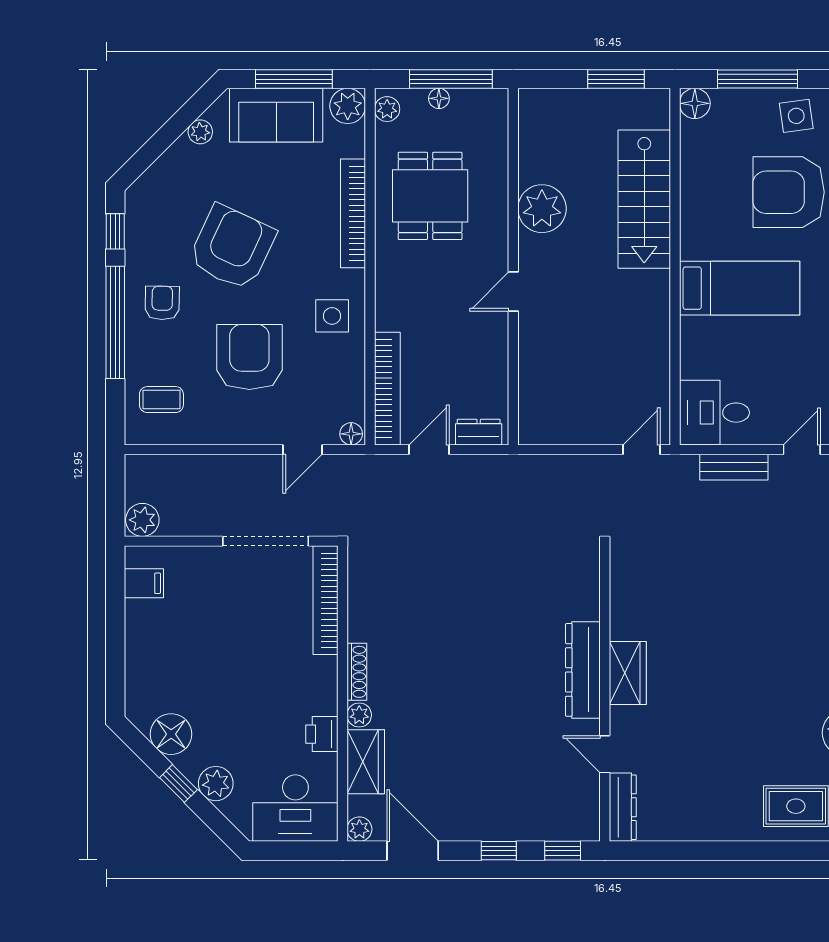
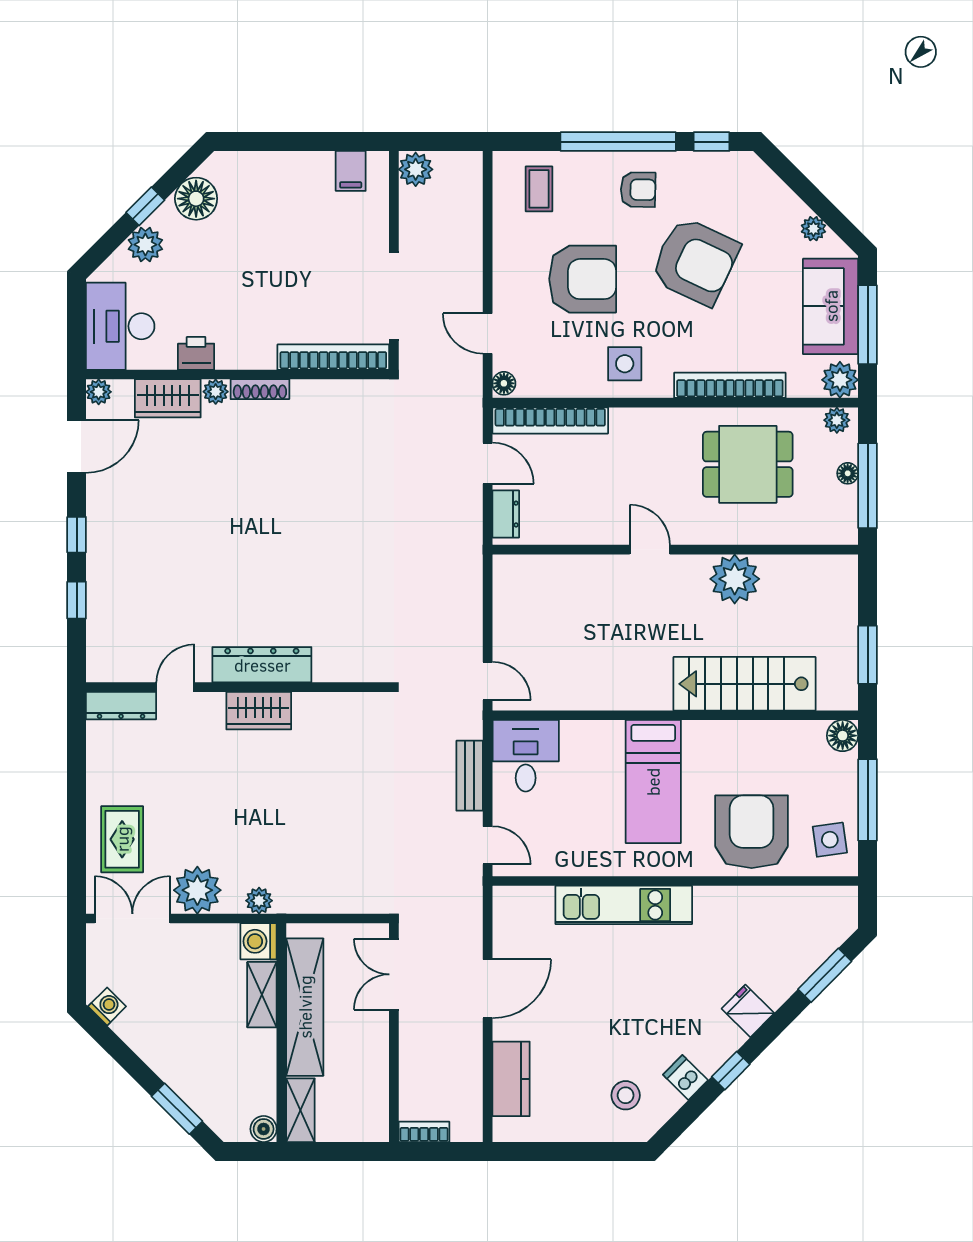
dresser: (583, 670) -> (262, 665), moved
wardrobe: (628, 673) -> (259, 711), moved
wall: (605, 694) -> (238, 687), moved
door: (605, 754) -> (175, 687), moved
dresser: (623, 807) -> (121, 706), moved

